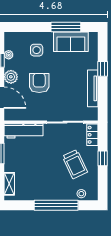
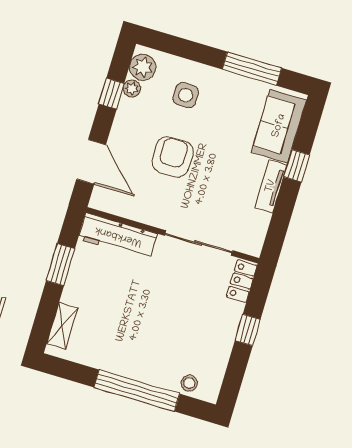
sofa: (71, 42) -> (279, 126), moved, turned 90
plant: (11, 77) -> (143, 67), moved
tv unit: (93, 88) -> (271, 186), width x0.71
trolley: (75, 164) -> (194, 325), removed

